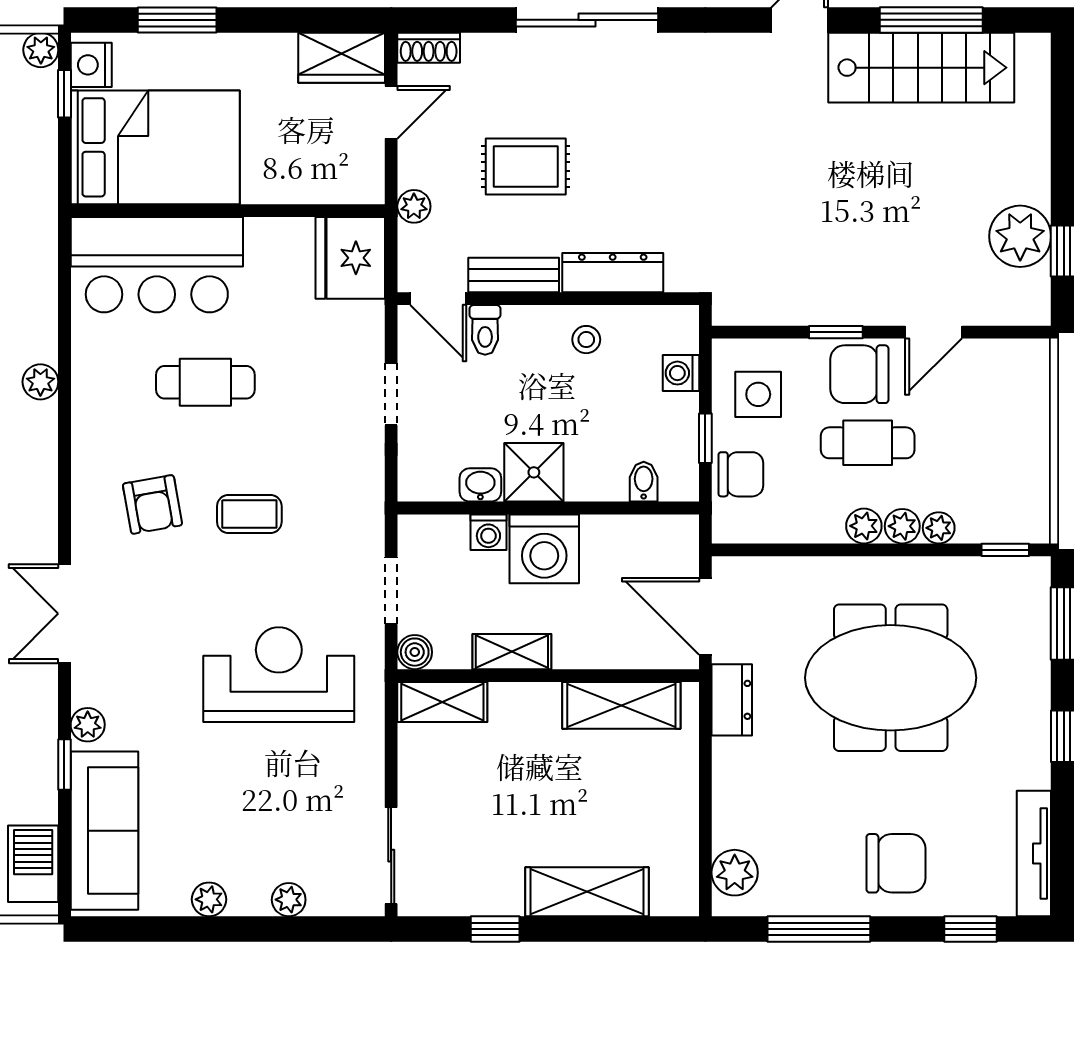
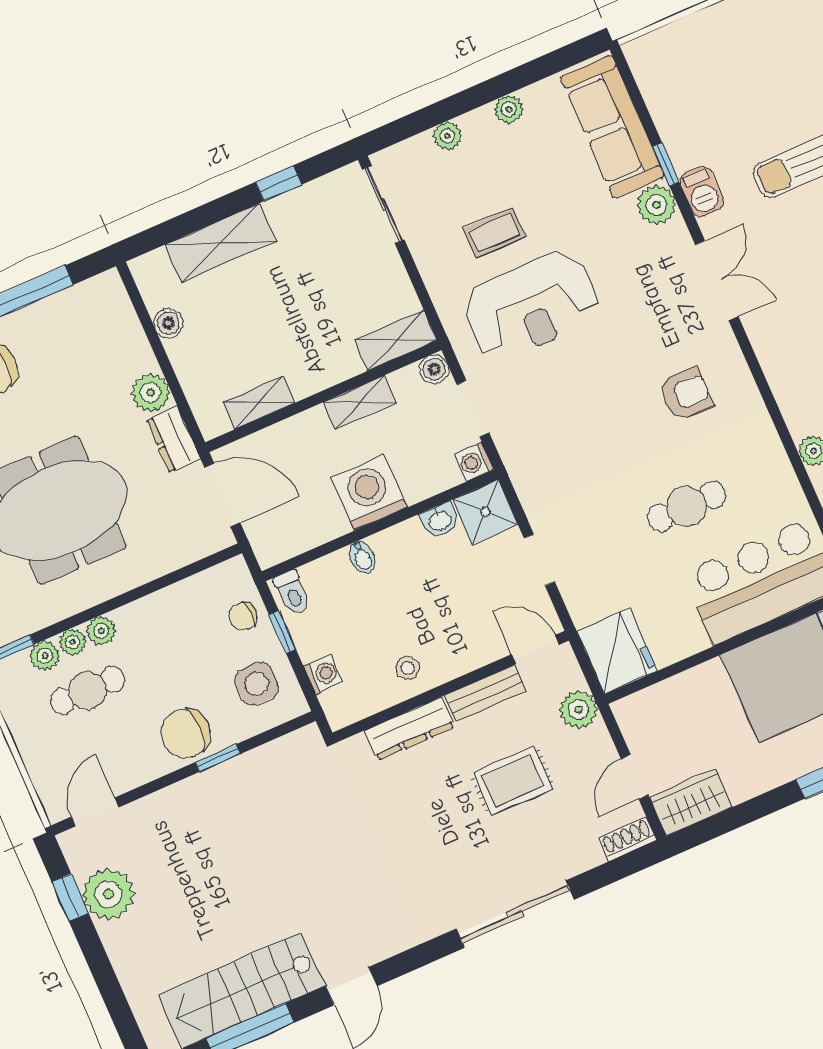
plant: (414, 206) -> (578, 710), width x1.38, depth x1.38
toilet: (485, 330) -> (292, 593), moved, turned 180
door: (934, 332) -> (95, 812), moved
chair: (859, 374) -> (186, 733), turned 180
cafe table: (868, 443) -> (88, 690), moved
shower: (534, 472) -> (485, 512), moved
chair: (741, 474) -> (243, 616), width x0.73, depth x0.73
bidet: (644, 482) -> (362, 557), moved
armchair: (152, 504) -> (686, 394), turned 100
coffee table: (249, 514) -> (494, 233), moved
plant: (864, 526) -> (45, 656), moved
washing machine: (488, 532) -> (474, 462), moved, turned -90
shelving: (621, 705) -> (259, 403), width x0.67, depth x0.75
plant: (88, 725) -> (656, 205), width x1.38, depth x1.38
boiler: (682, 829) -> (169, 323), added
barbecue: (33, 864) -> (702, 192), moved, width x0.73, depth x0.79
plant: (735, 873) -> (151, 393), moved

